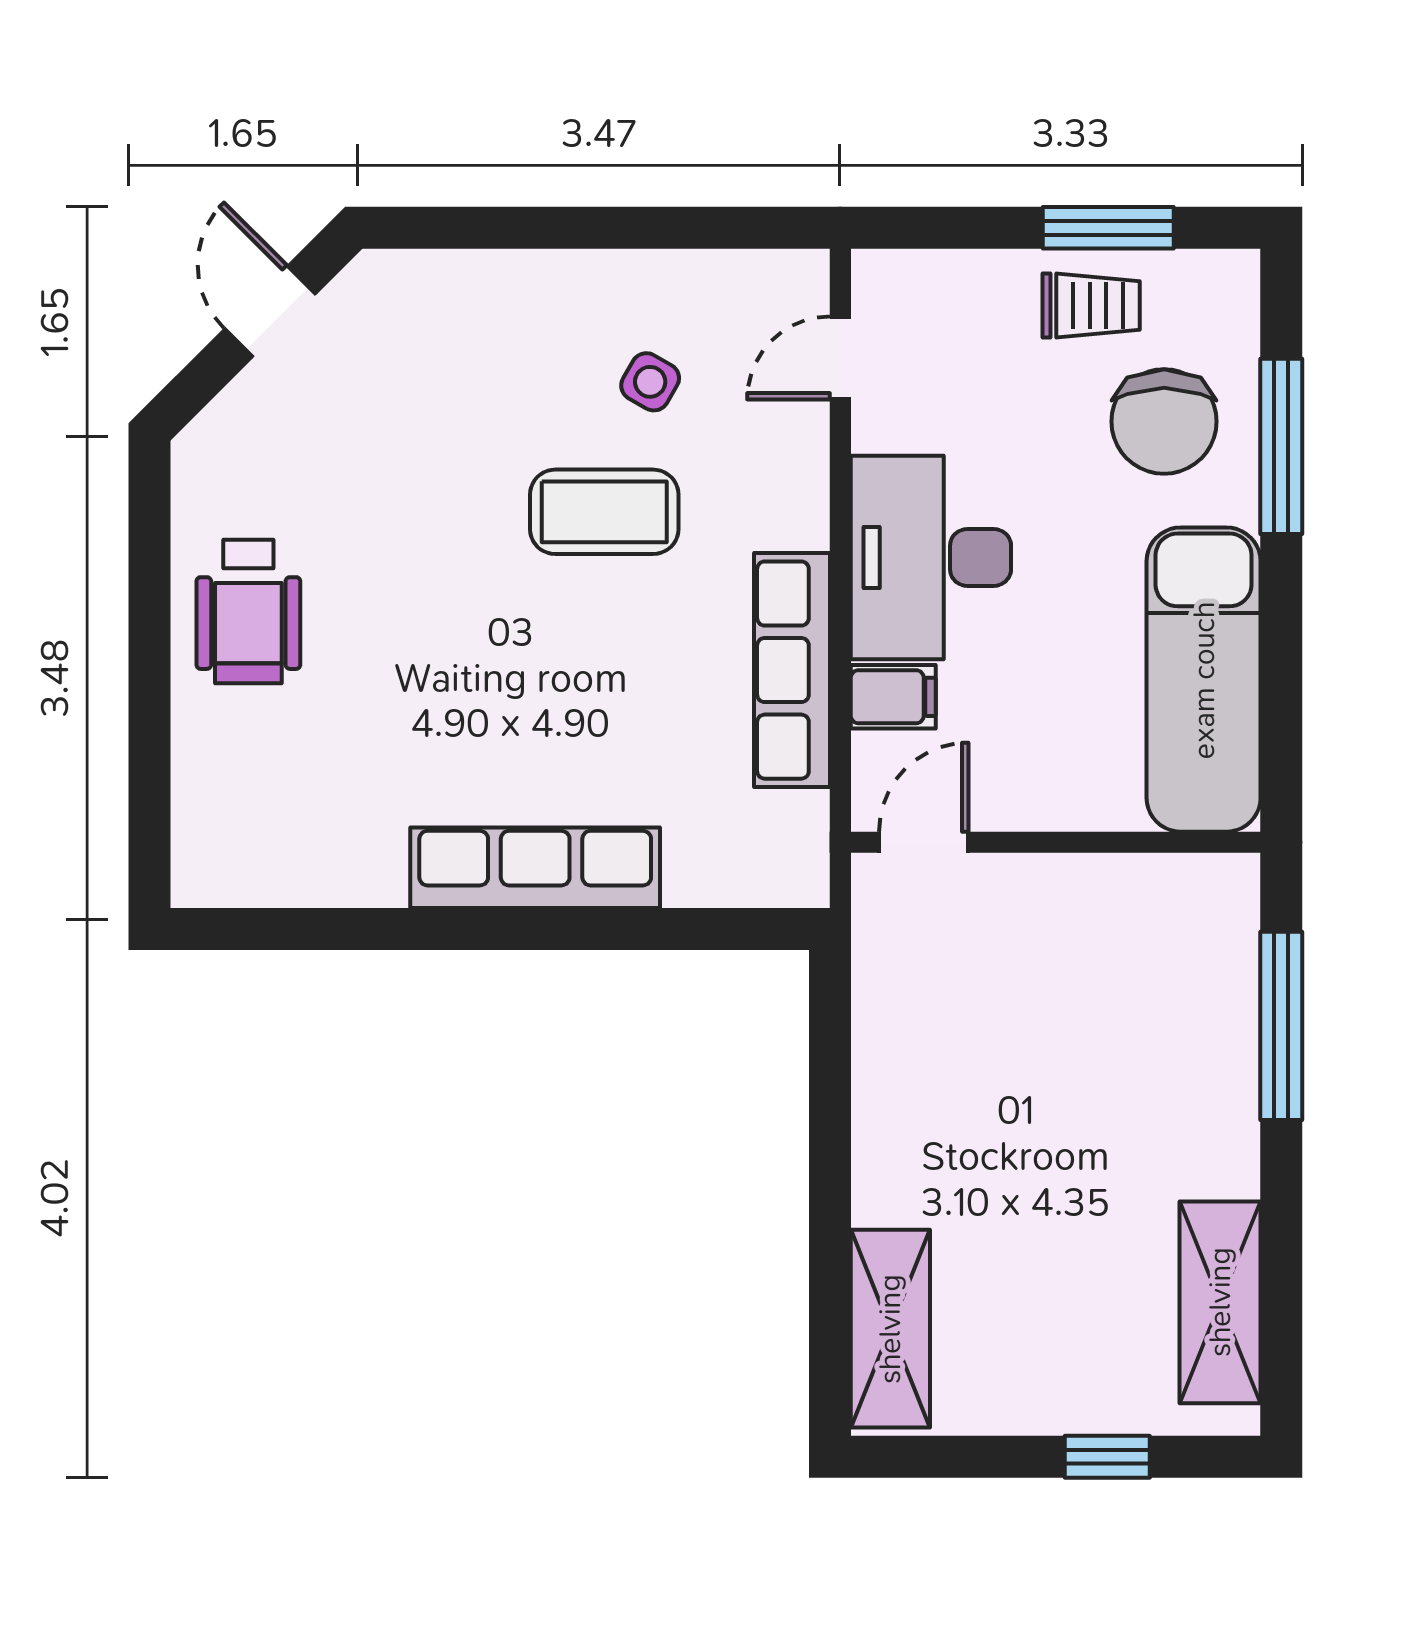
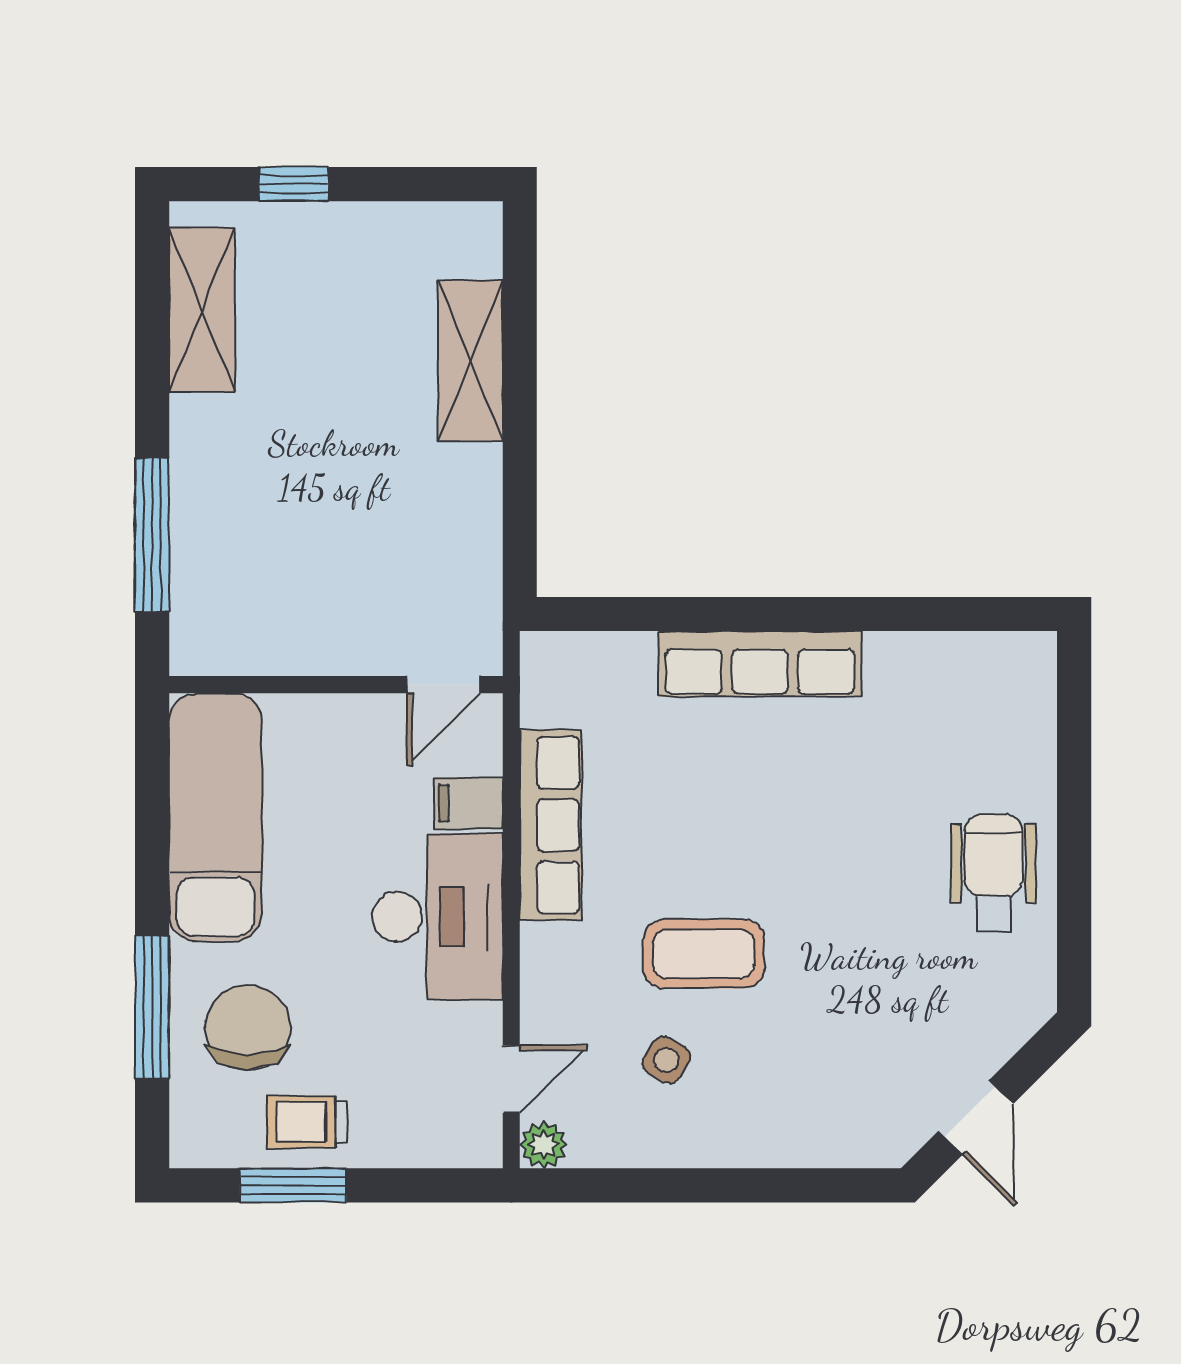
plant: (801, 278) -> (544, 1145), added
shelving: (890, 1329) -> (471, 361), moved

